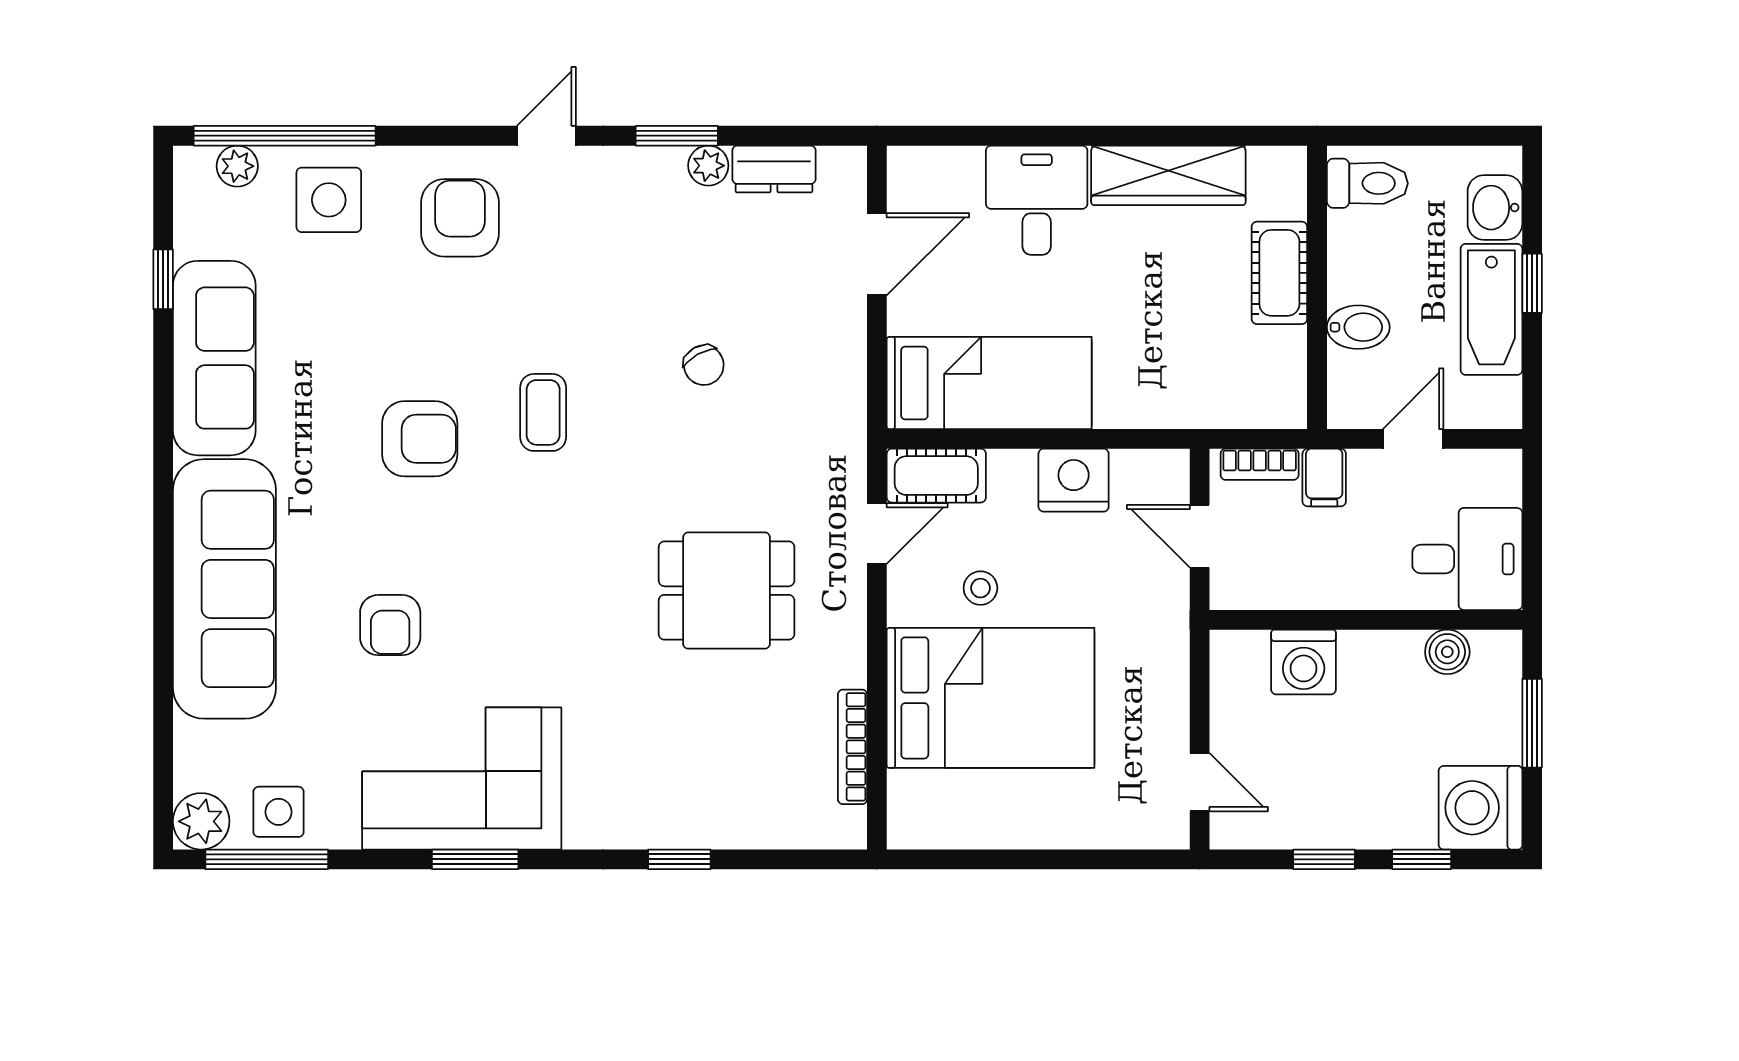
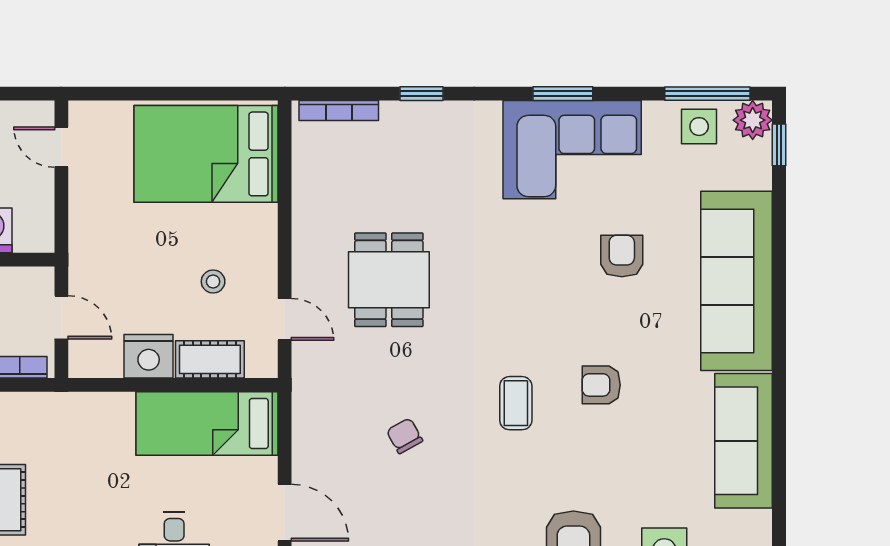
door: (877, 254) -> (285, 513), swing flipped
window: (163, 279) -> (779, 145), moved
armchair: (420, 439) -> (601, 385), width x0.72, depth x0.72
cot: (936, 476) -> (210, 359), moved
door: (877, 533) -> (285, 319), swing flipped
dining table: (727, 591) -> (389, 280), turned 90
bed: (991, 698) -> (206, 154), moved
bookcase: (853, 747) -> (339, 111), moved, turned 90

